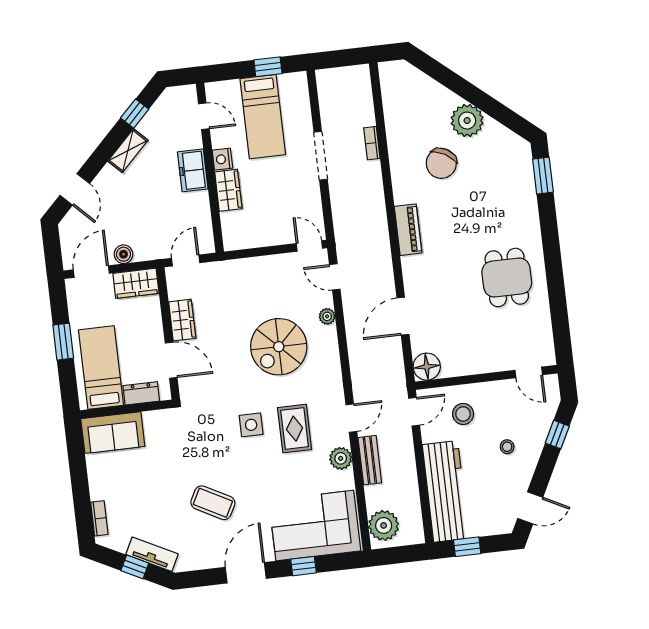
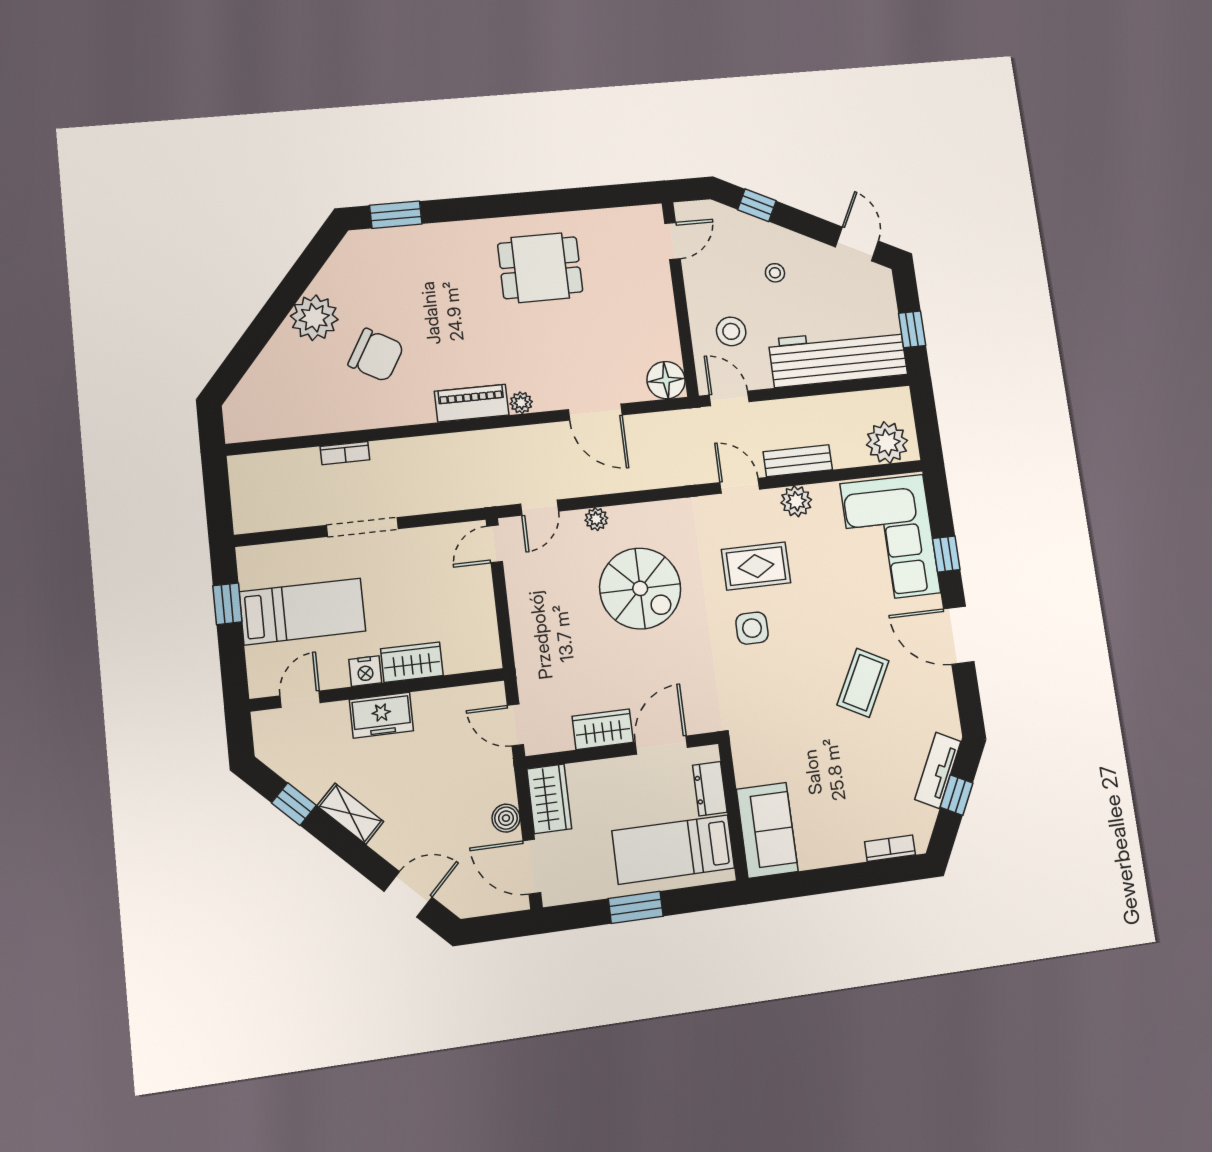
plant: (409, 264) -> (521, 403), added

